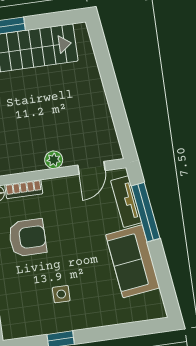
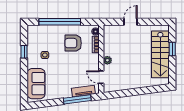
armchair: (27, 238) -> (73, 43), turned 90
sofa: (133, 261) -> (36, 84), moved, turned 97

